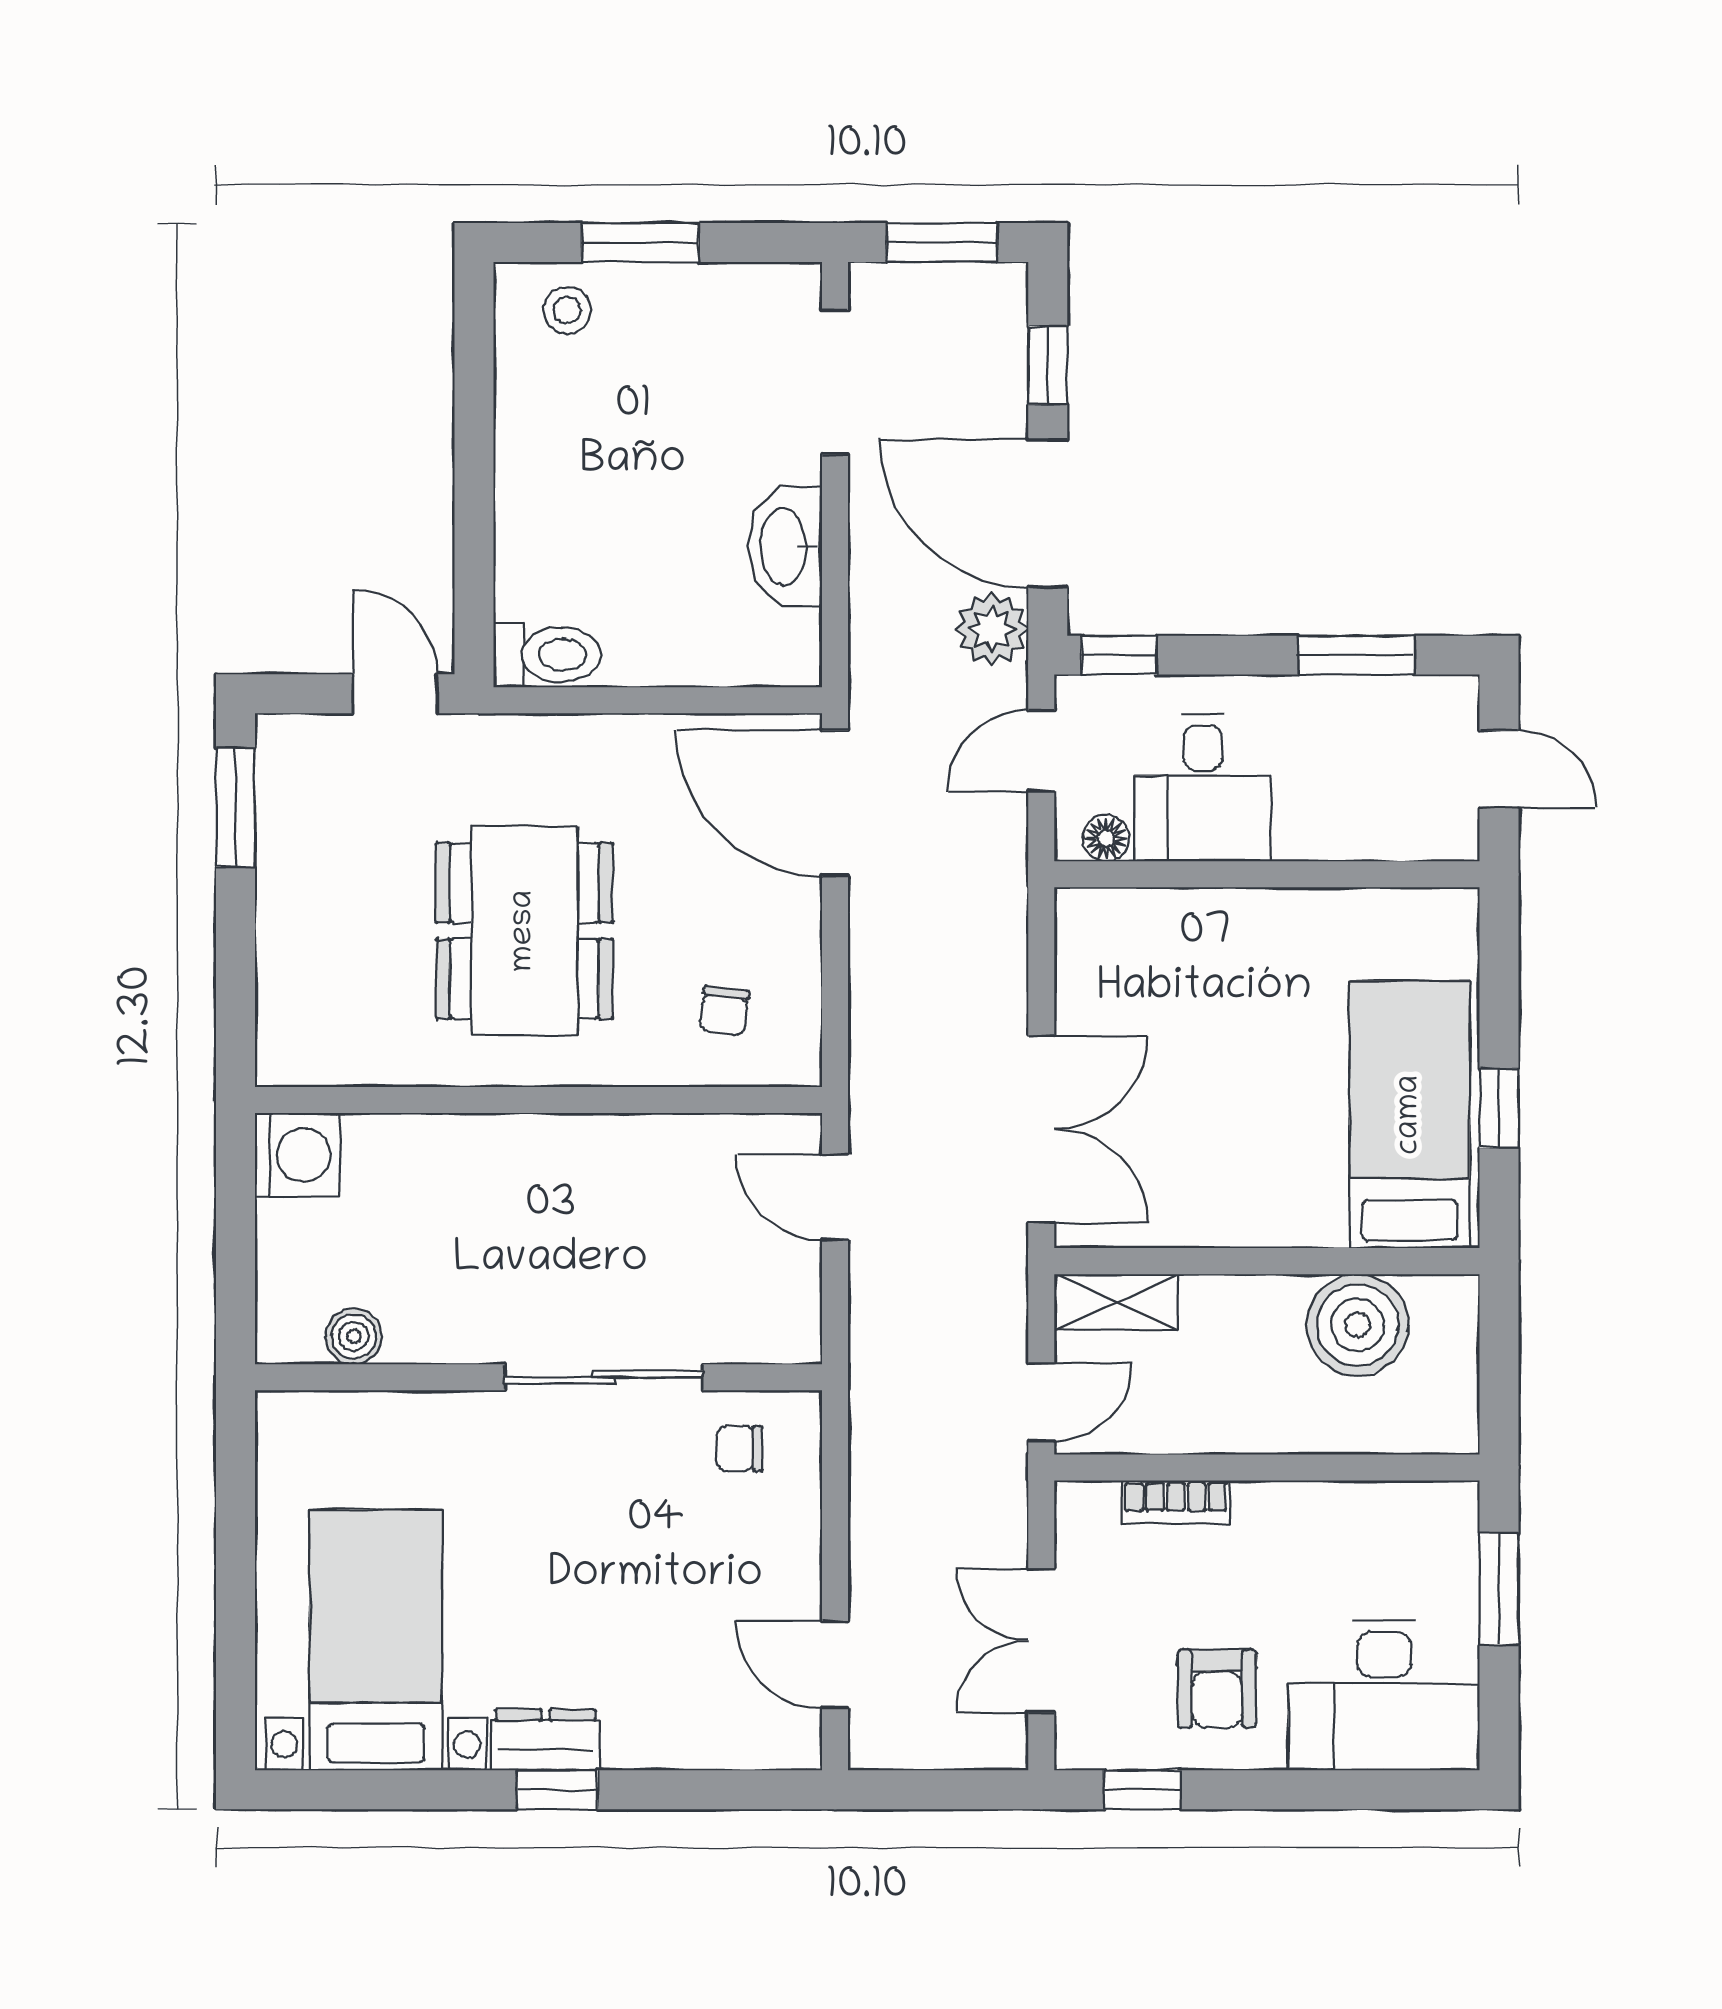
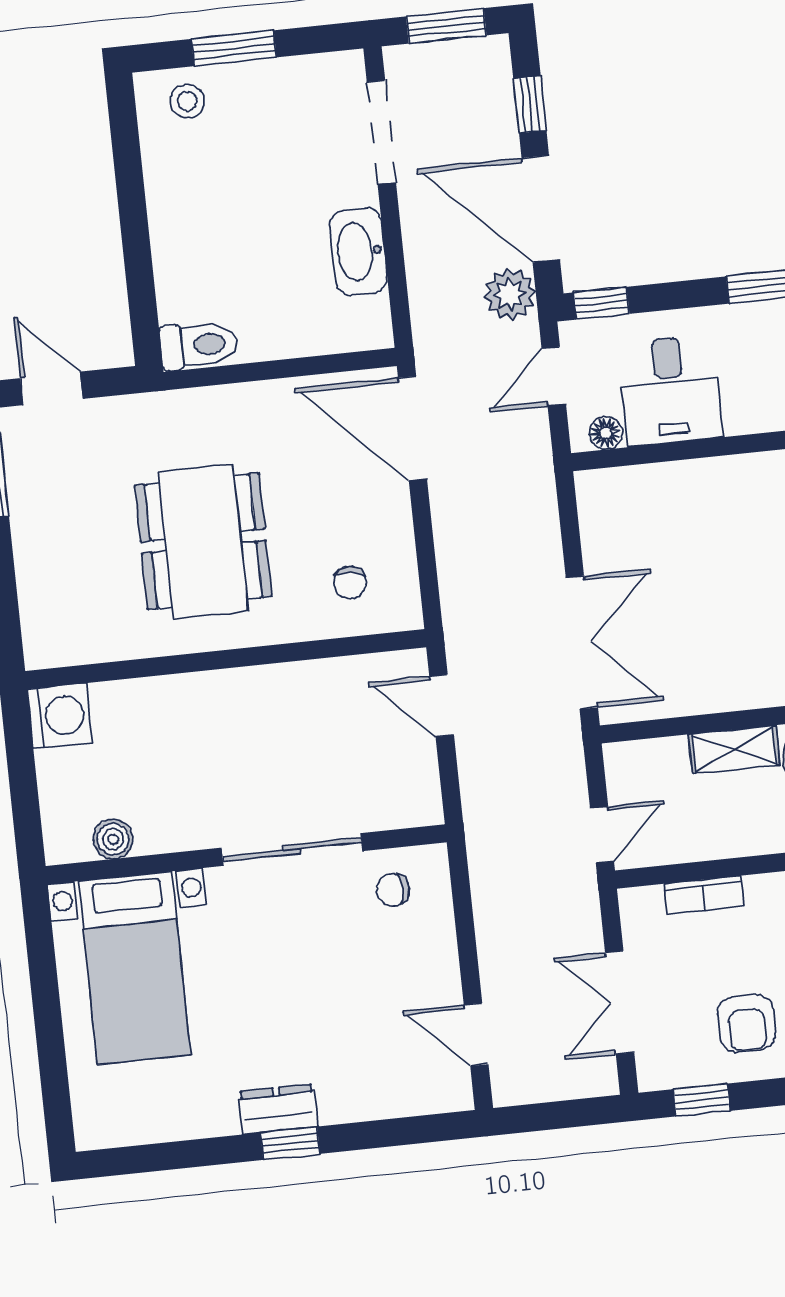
door: (395, 694) -> (51, 388), moved
shelving: (1116, 1302) -> (734, 749), moved
bed with nightstands: (376, 1640) -> (135, 968), moved, turned 180

